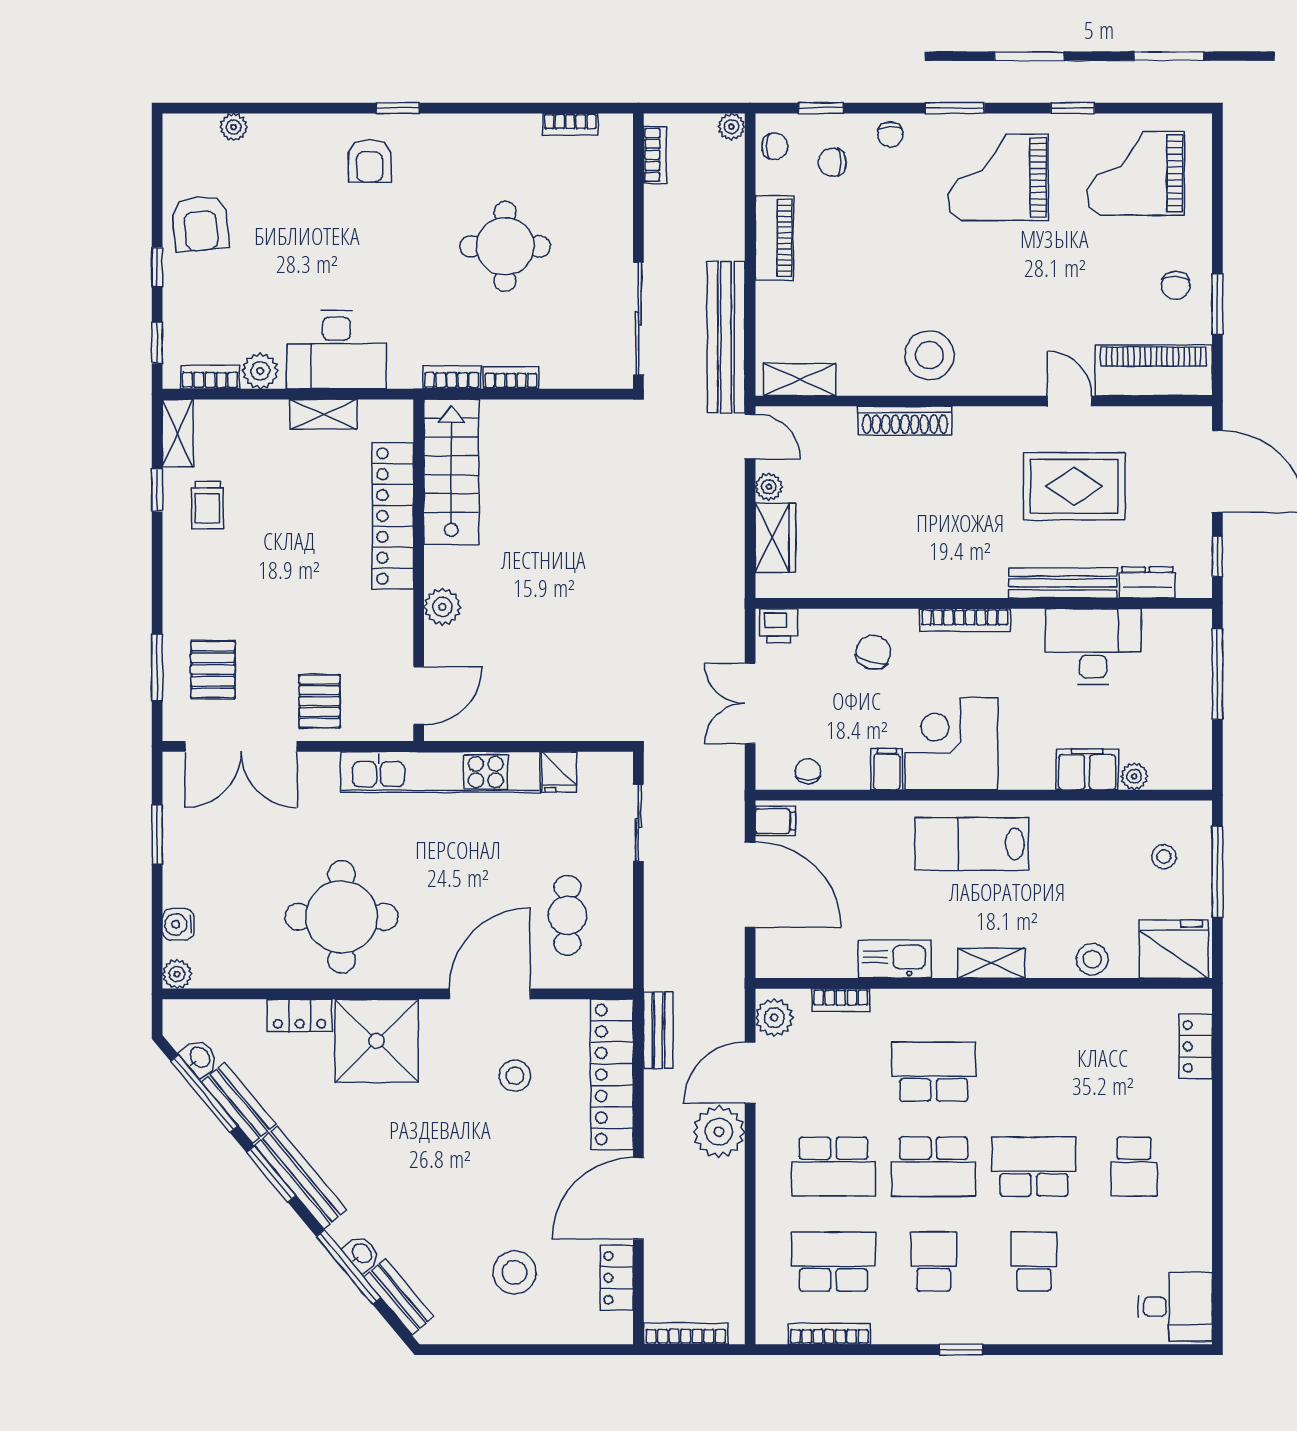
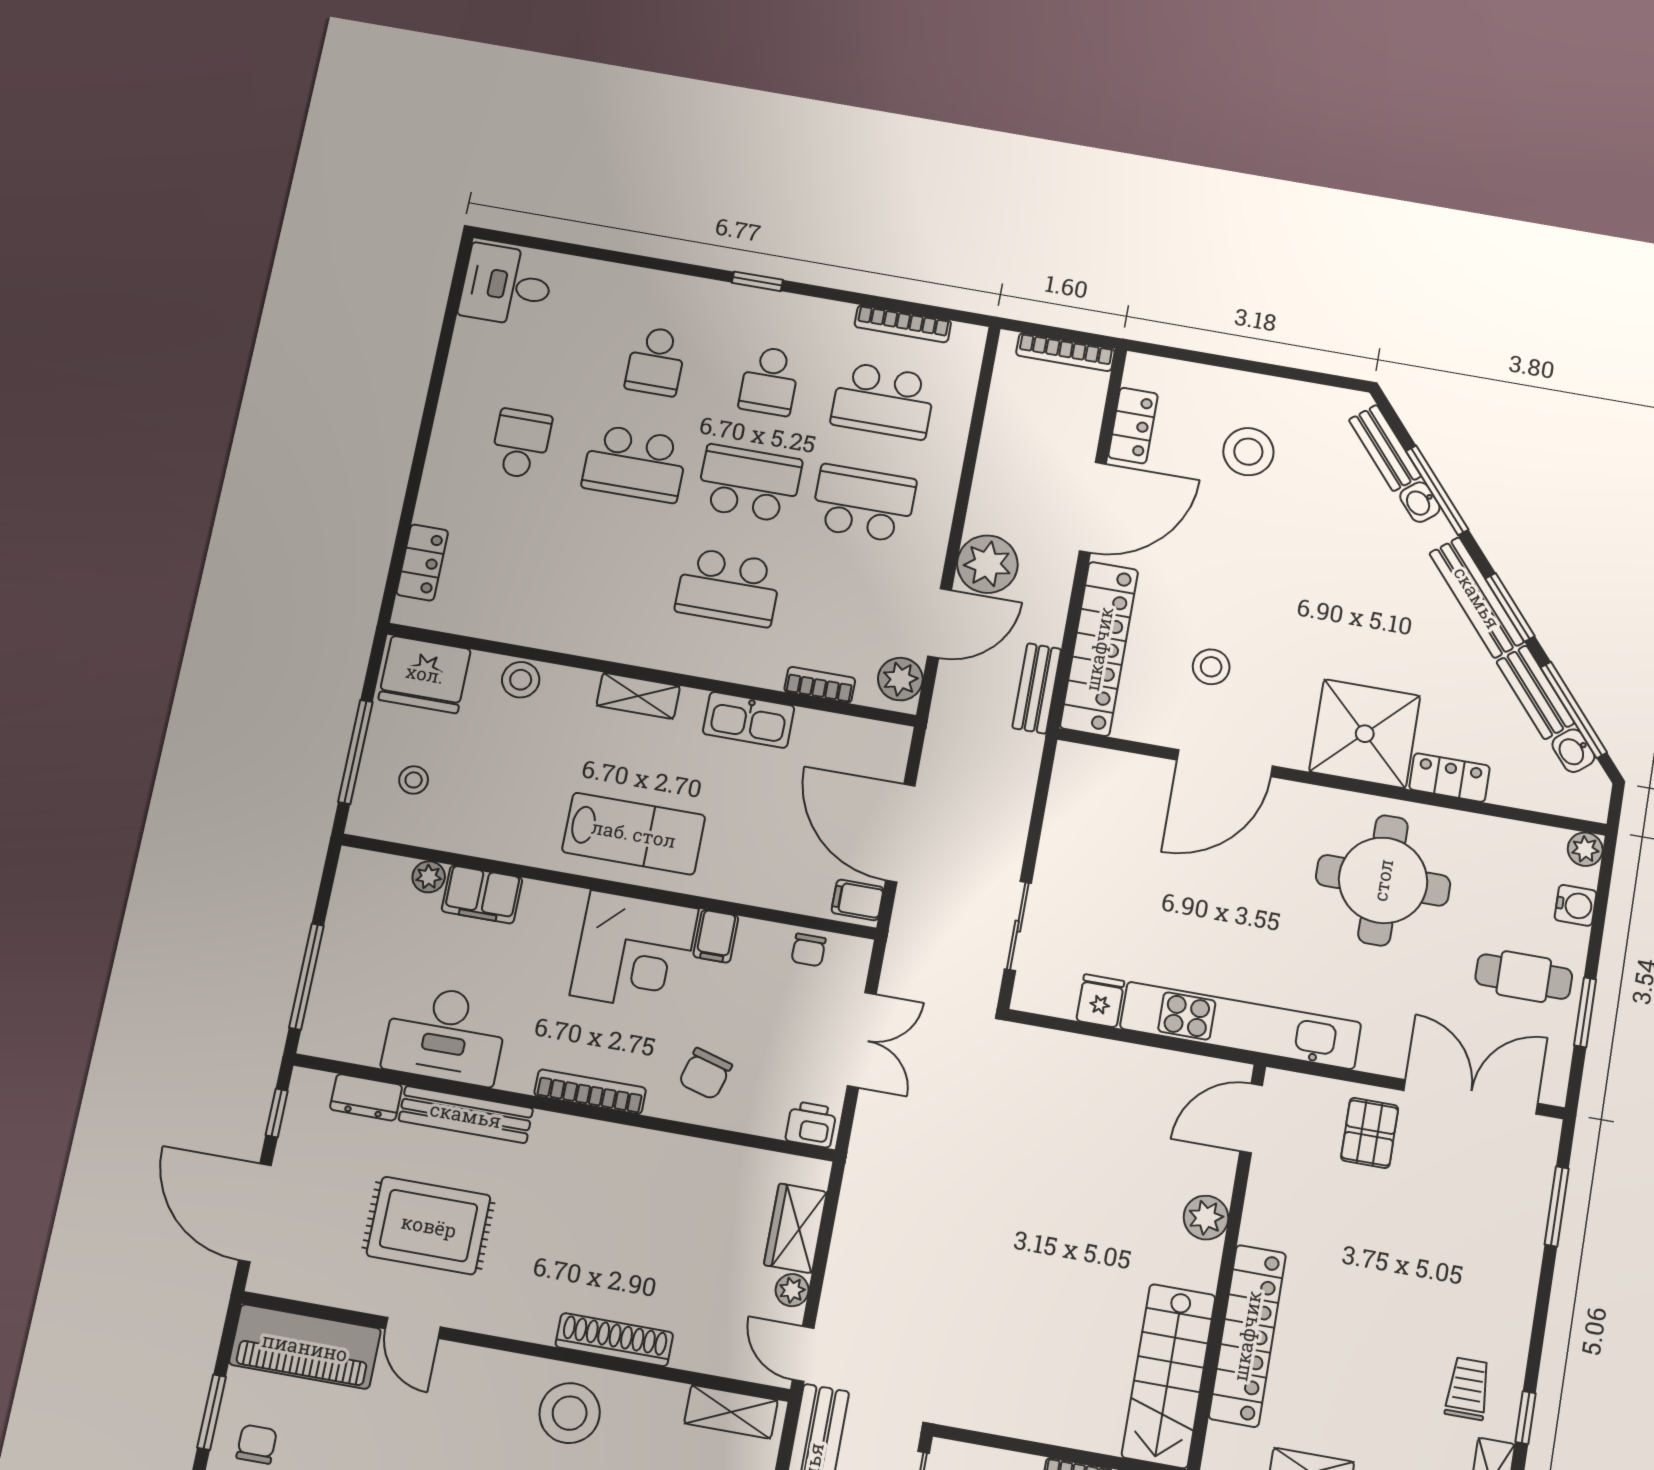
pallet: (213, 670) -> (1491, 1192), removed
cafe table: (568, 915) -> (1524, 977), moved, turned 90

